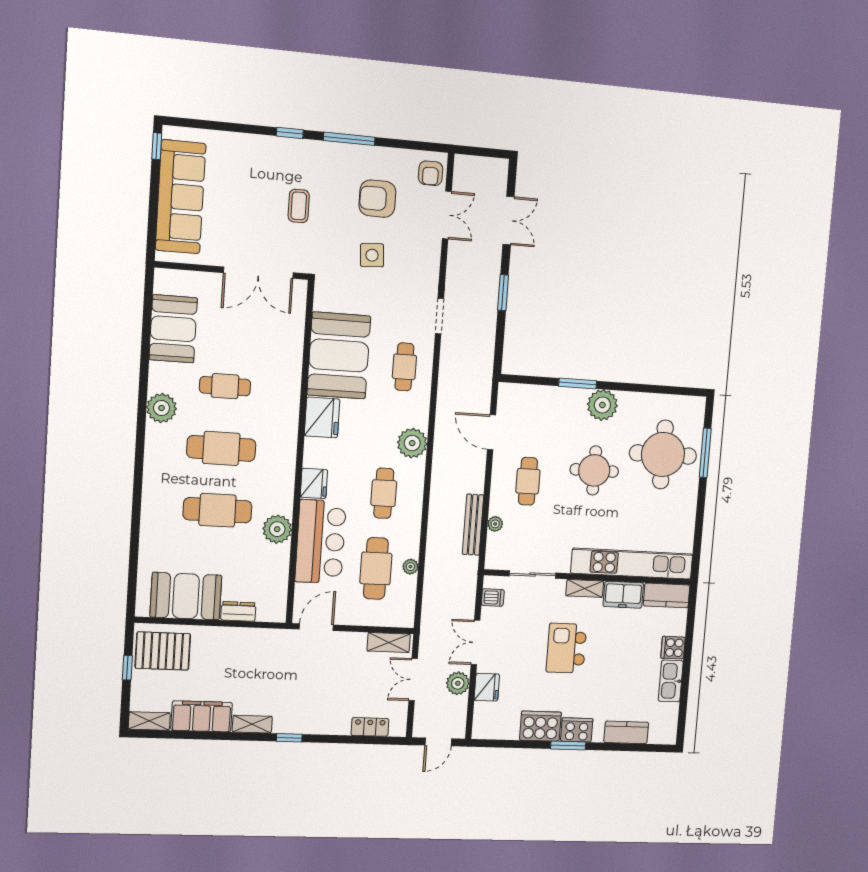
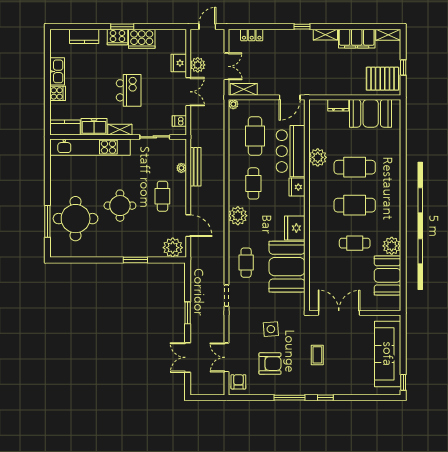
plant: (602, 405) -> (173, 248), moved
plant: (162, 408) -> (392, 246), moved
plant: (410, 567) -> (233, 104), moved

